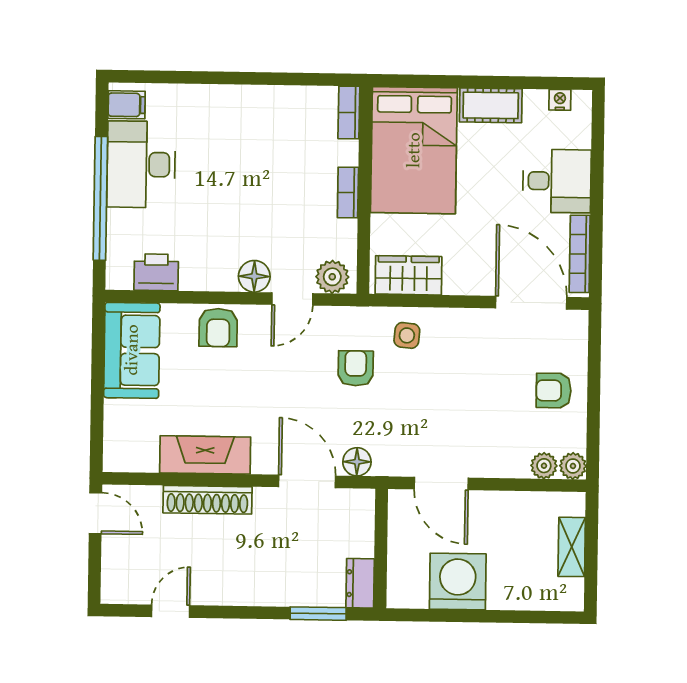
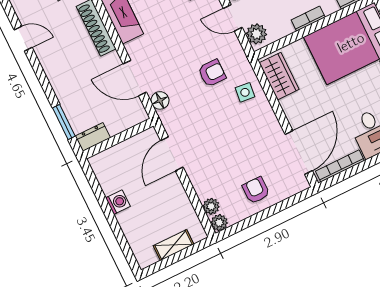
door: (307, 481) -> (135, 78), swing flipped
washing machine: (458, 581) -> (118, 202), width x0.53, depth x0.53

